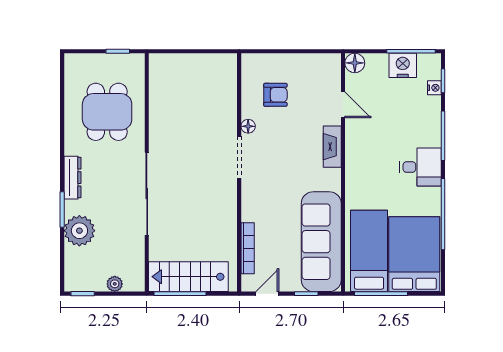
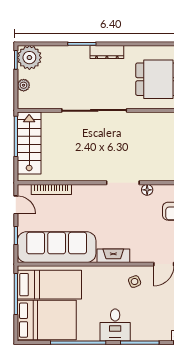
side table: (365, 142) -> (135, 282), added
fireplace: (332, 147) -> (113, 256), moved
plant: (79, 231) -> (29, 58), moved

